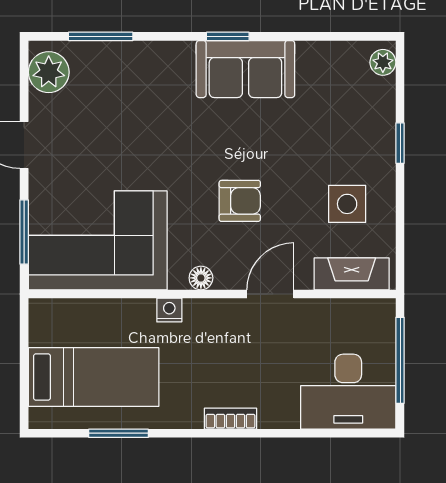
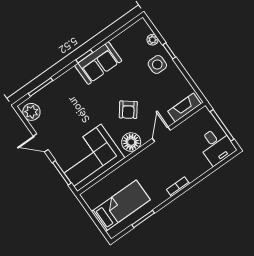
plant: (383, 62) -> (152, 40), moved
armchair: (240, 201) -> (128, 110), turned 127
side table: (347, 204) -> (157, 64), moved
floor lamp: (201, 278) -> (131, 142), width x1.89, depth x1.89
nightstand: (169, 310) -> (131, 164), removed
desk: (348, 392) -> (216, 146), width x0.73

